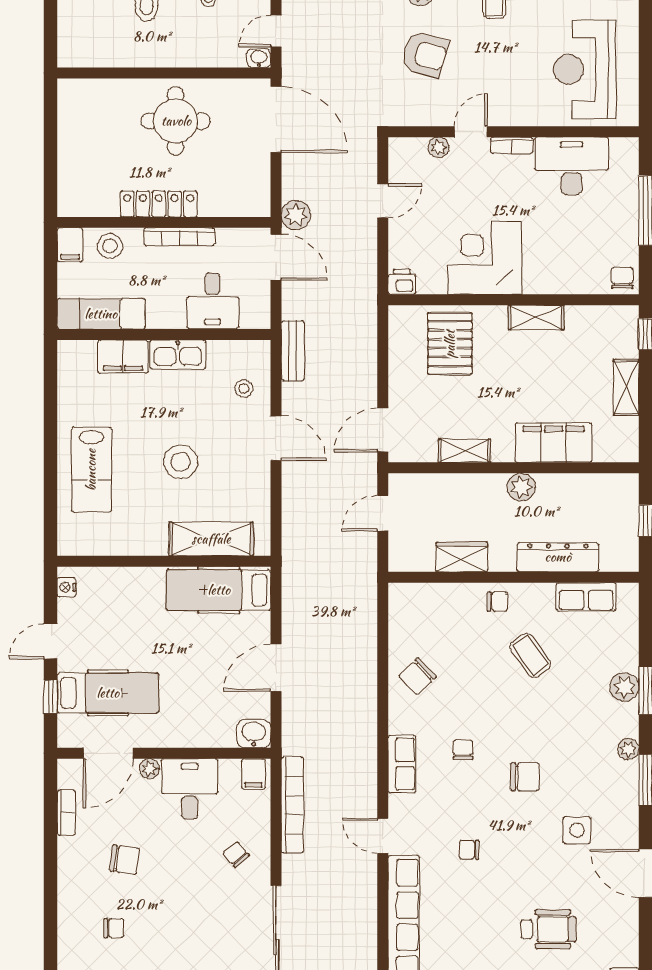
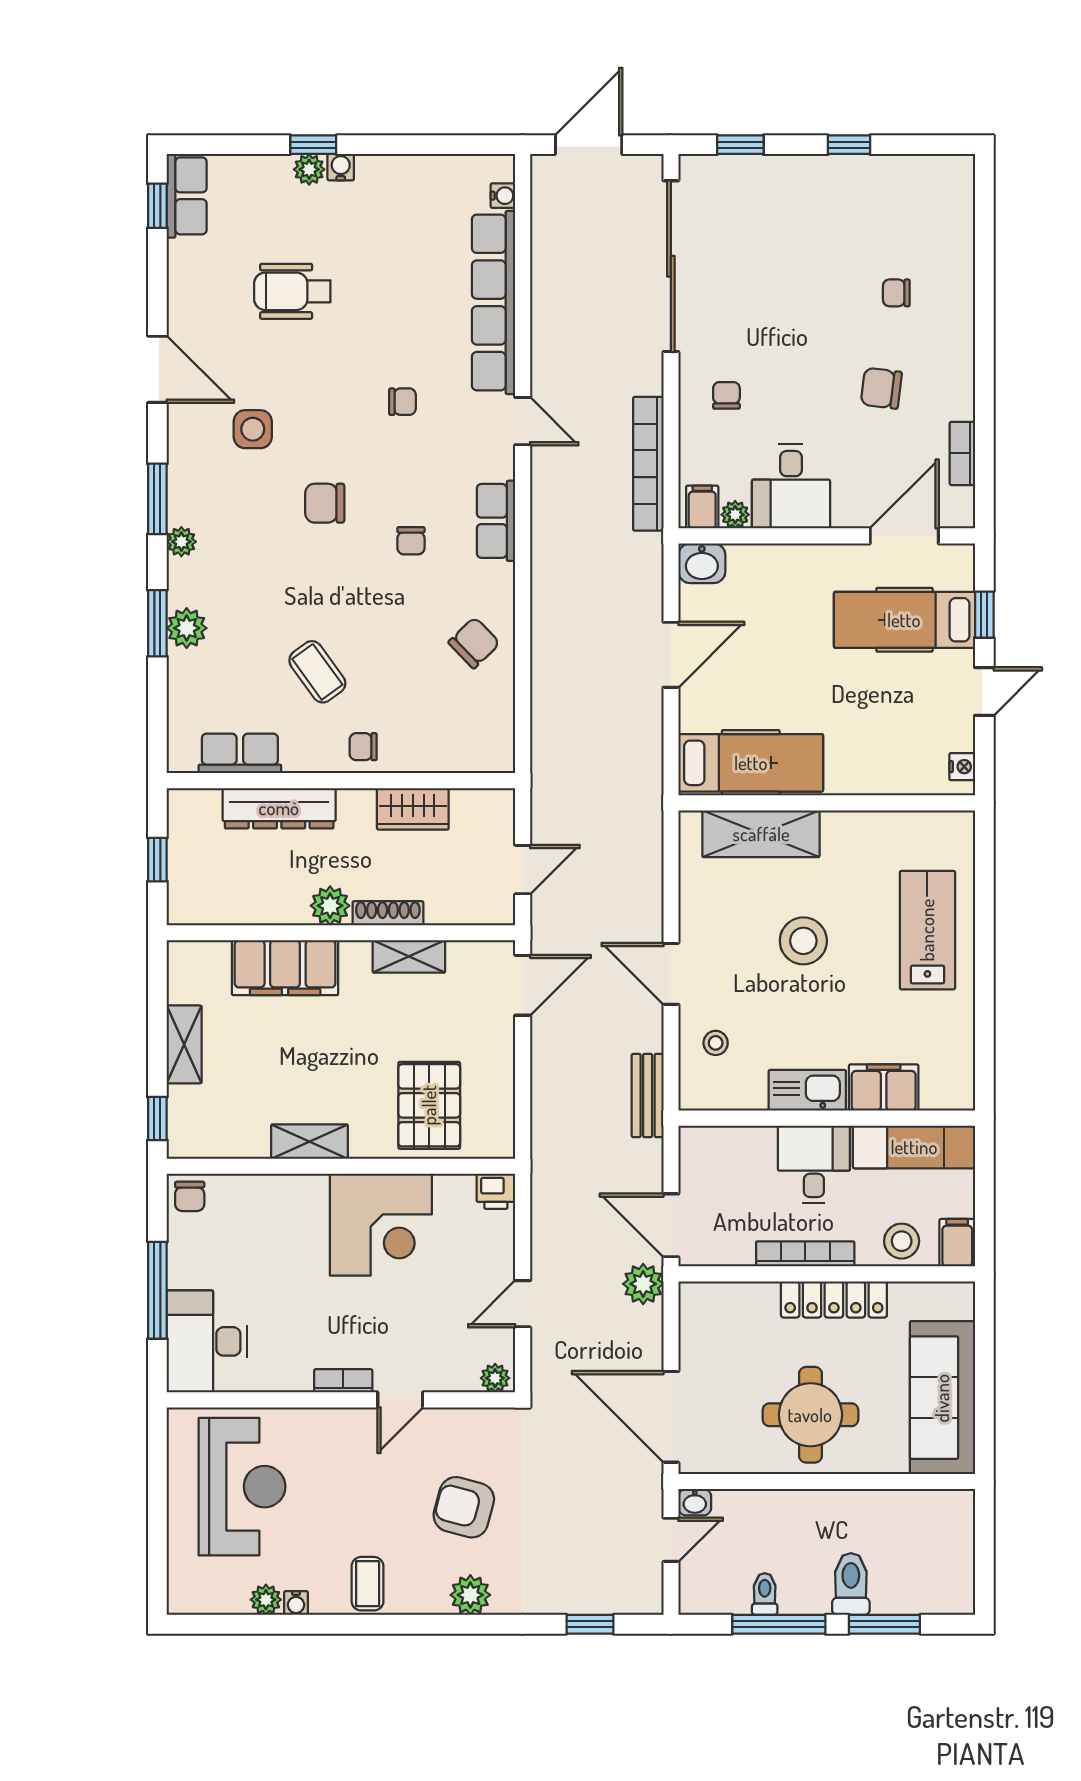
sofa: (81, 133) -> (942, 1398), added
plant: (438, 147) -> (495, 1378), moved
desk: (572, 166) -> (207, 1341), moved, turned 90
desk: (213, 301) -> (814, 1164), moved
shoe rack: (480, 482) -> (388, 913), added
plant: (149, 769) -> (735, 515), moved
chair: (236, 854) -> (726, 395), turned -139

